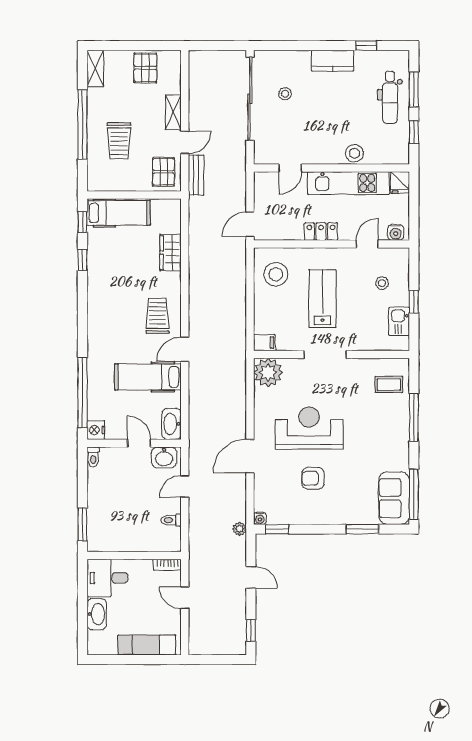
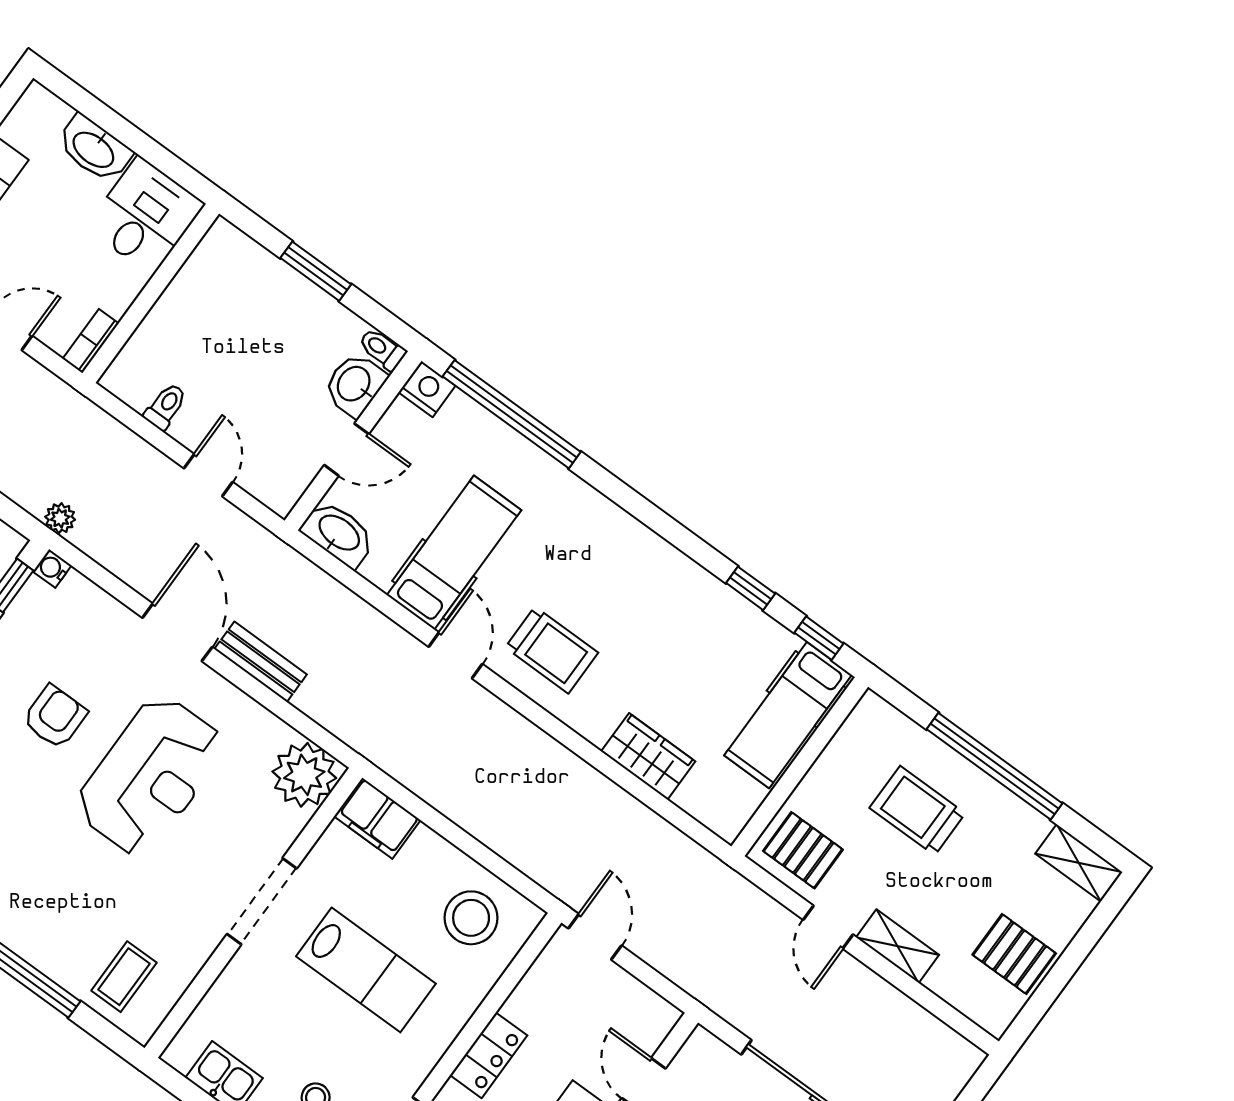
bench: (196, 175) -> (261, 662), moved
filing cabinet: (264, 343) -> (377, 818), width x2.00
washbasin: (164, 457) -> (355, 385), moved
window: (82, 524) -> (316, 271), moved

